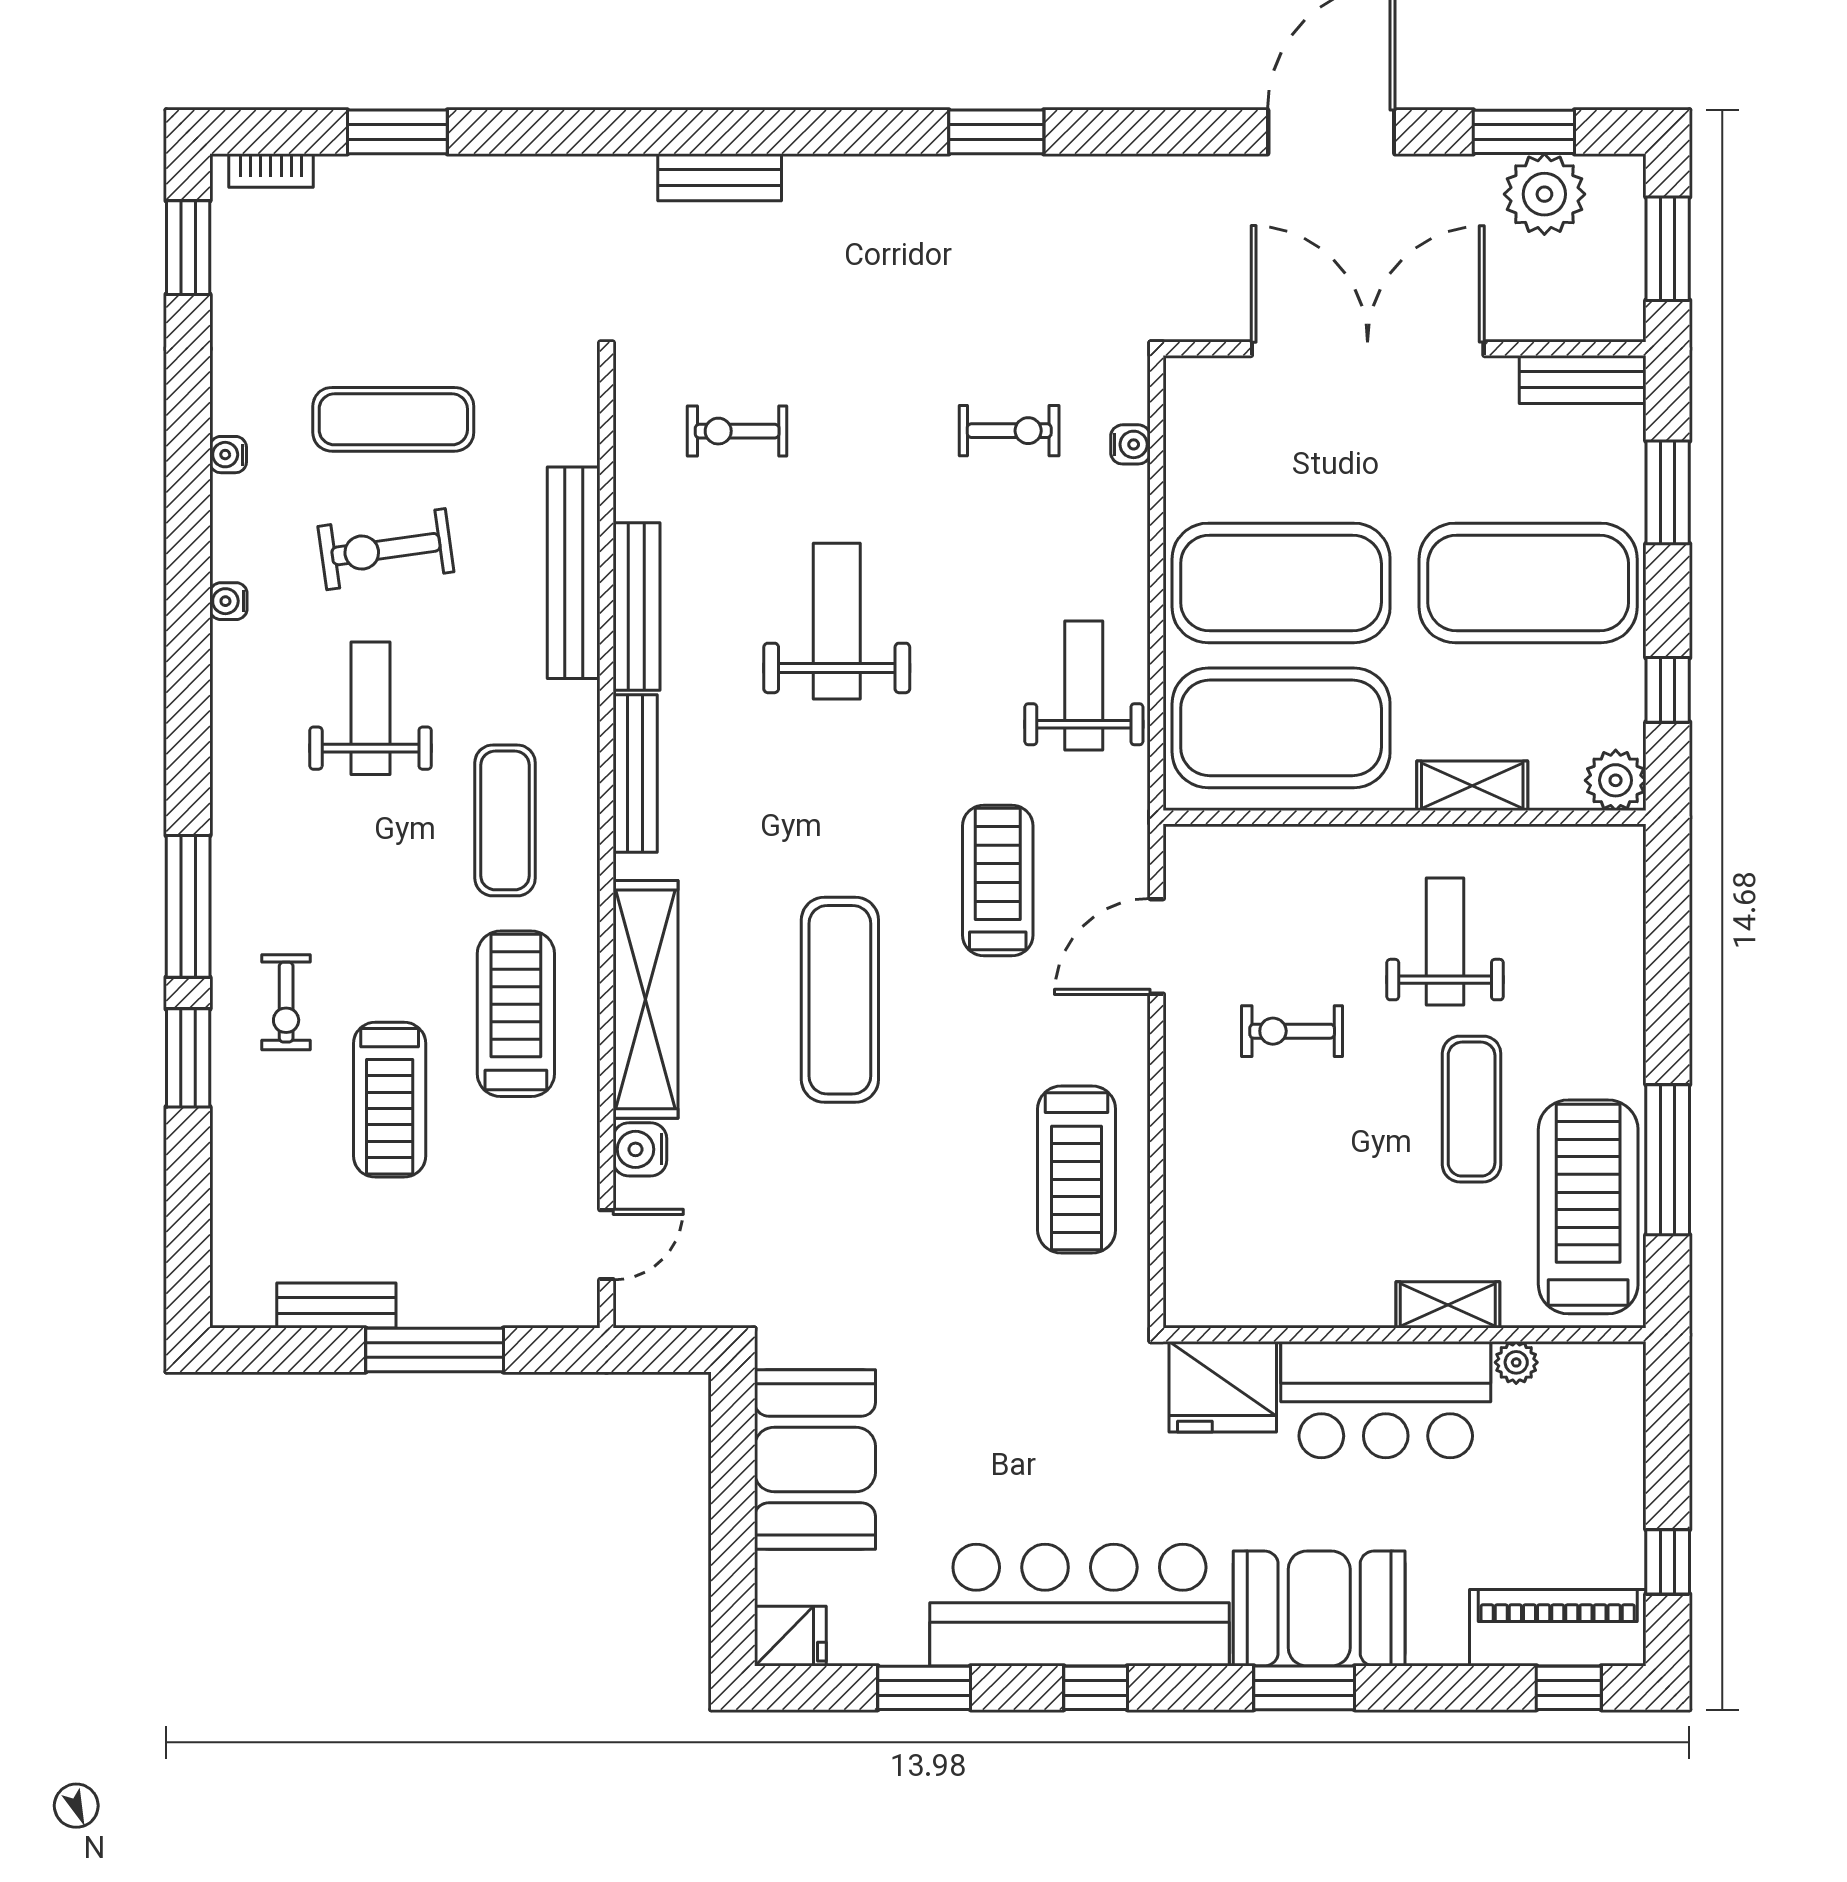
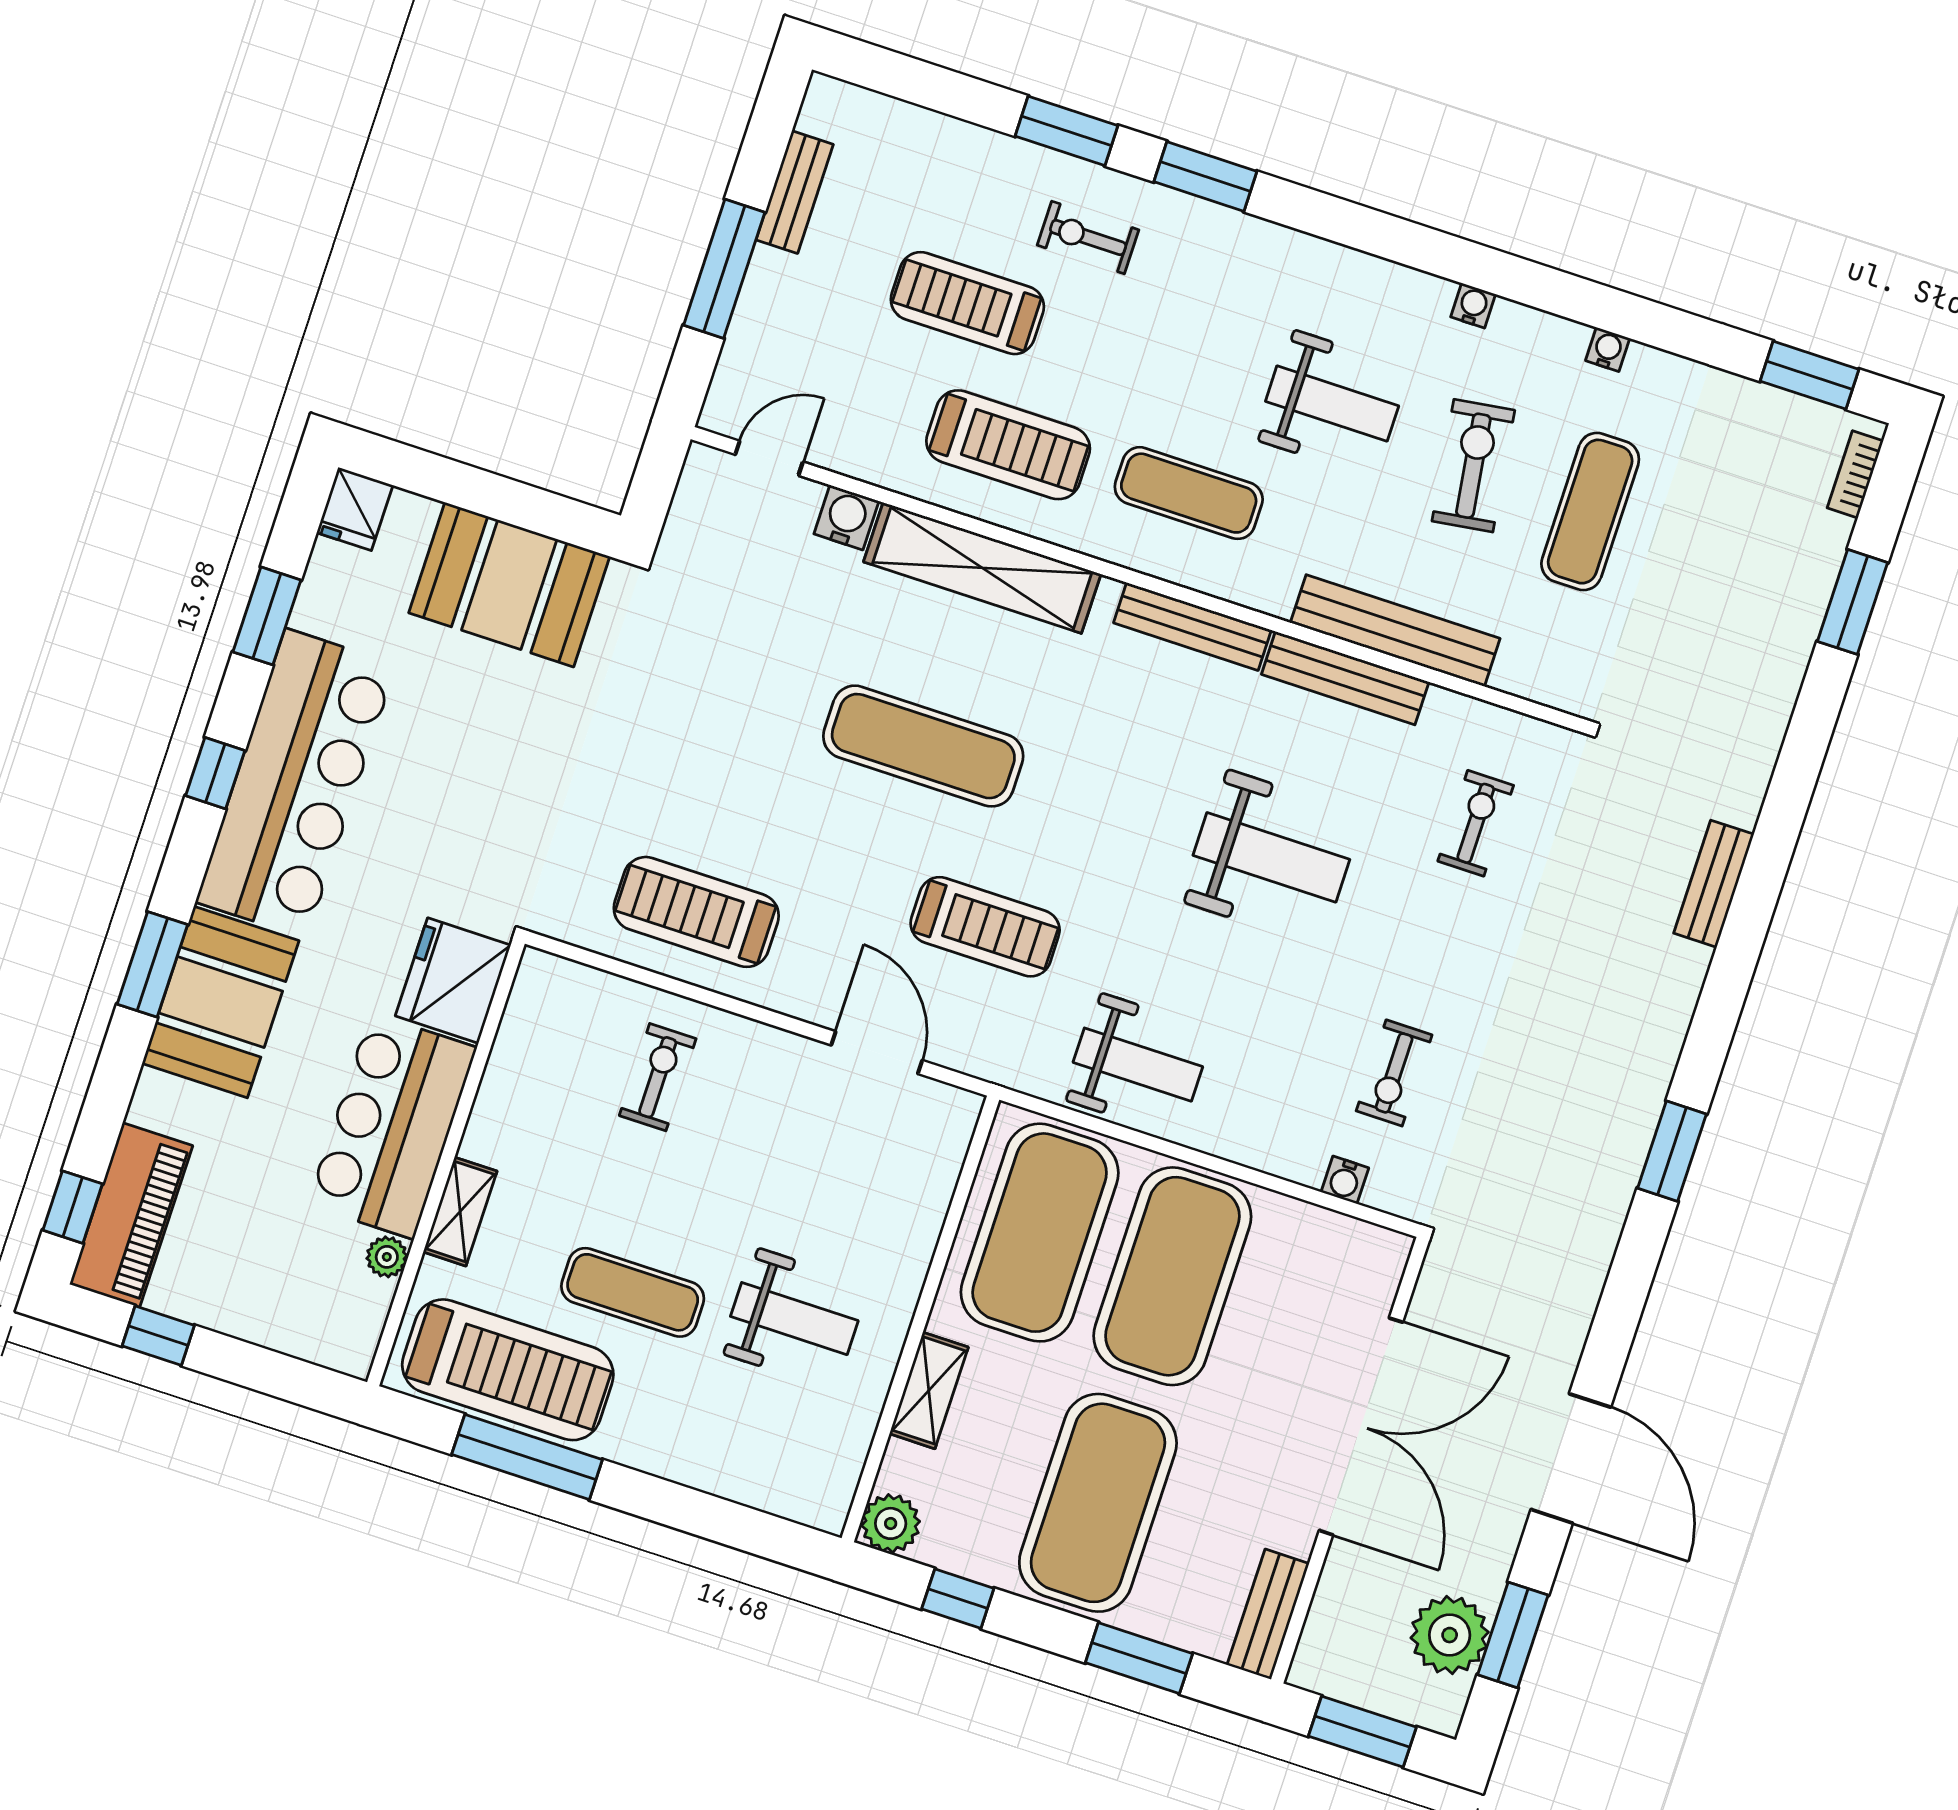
window: (188, 906) -> (1205, 177), width x0.69
exercise bike: (1292, 1031) -> (658, 1077), moved
door: (606, 1245) -> (769, 458), swing flipped

